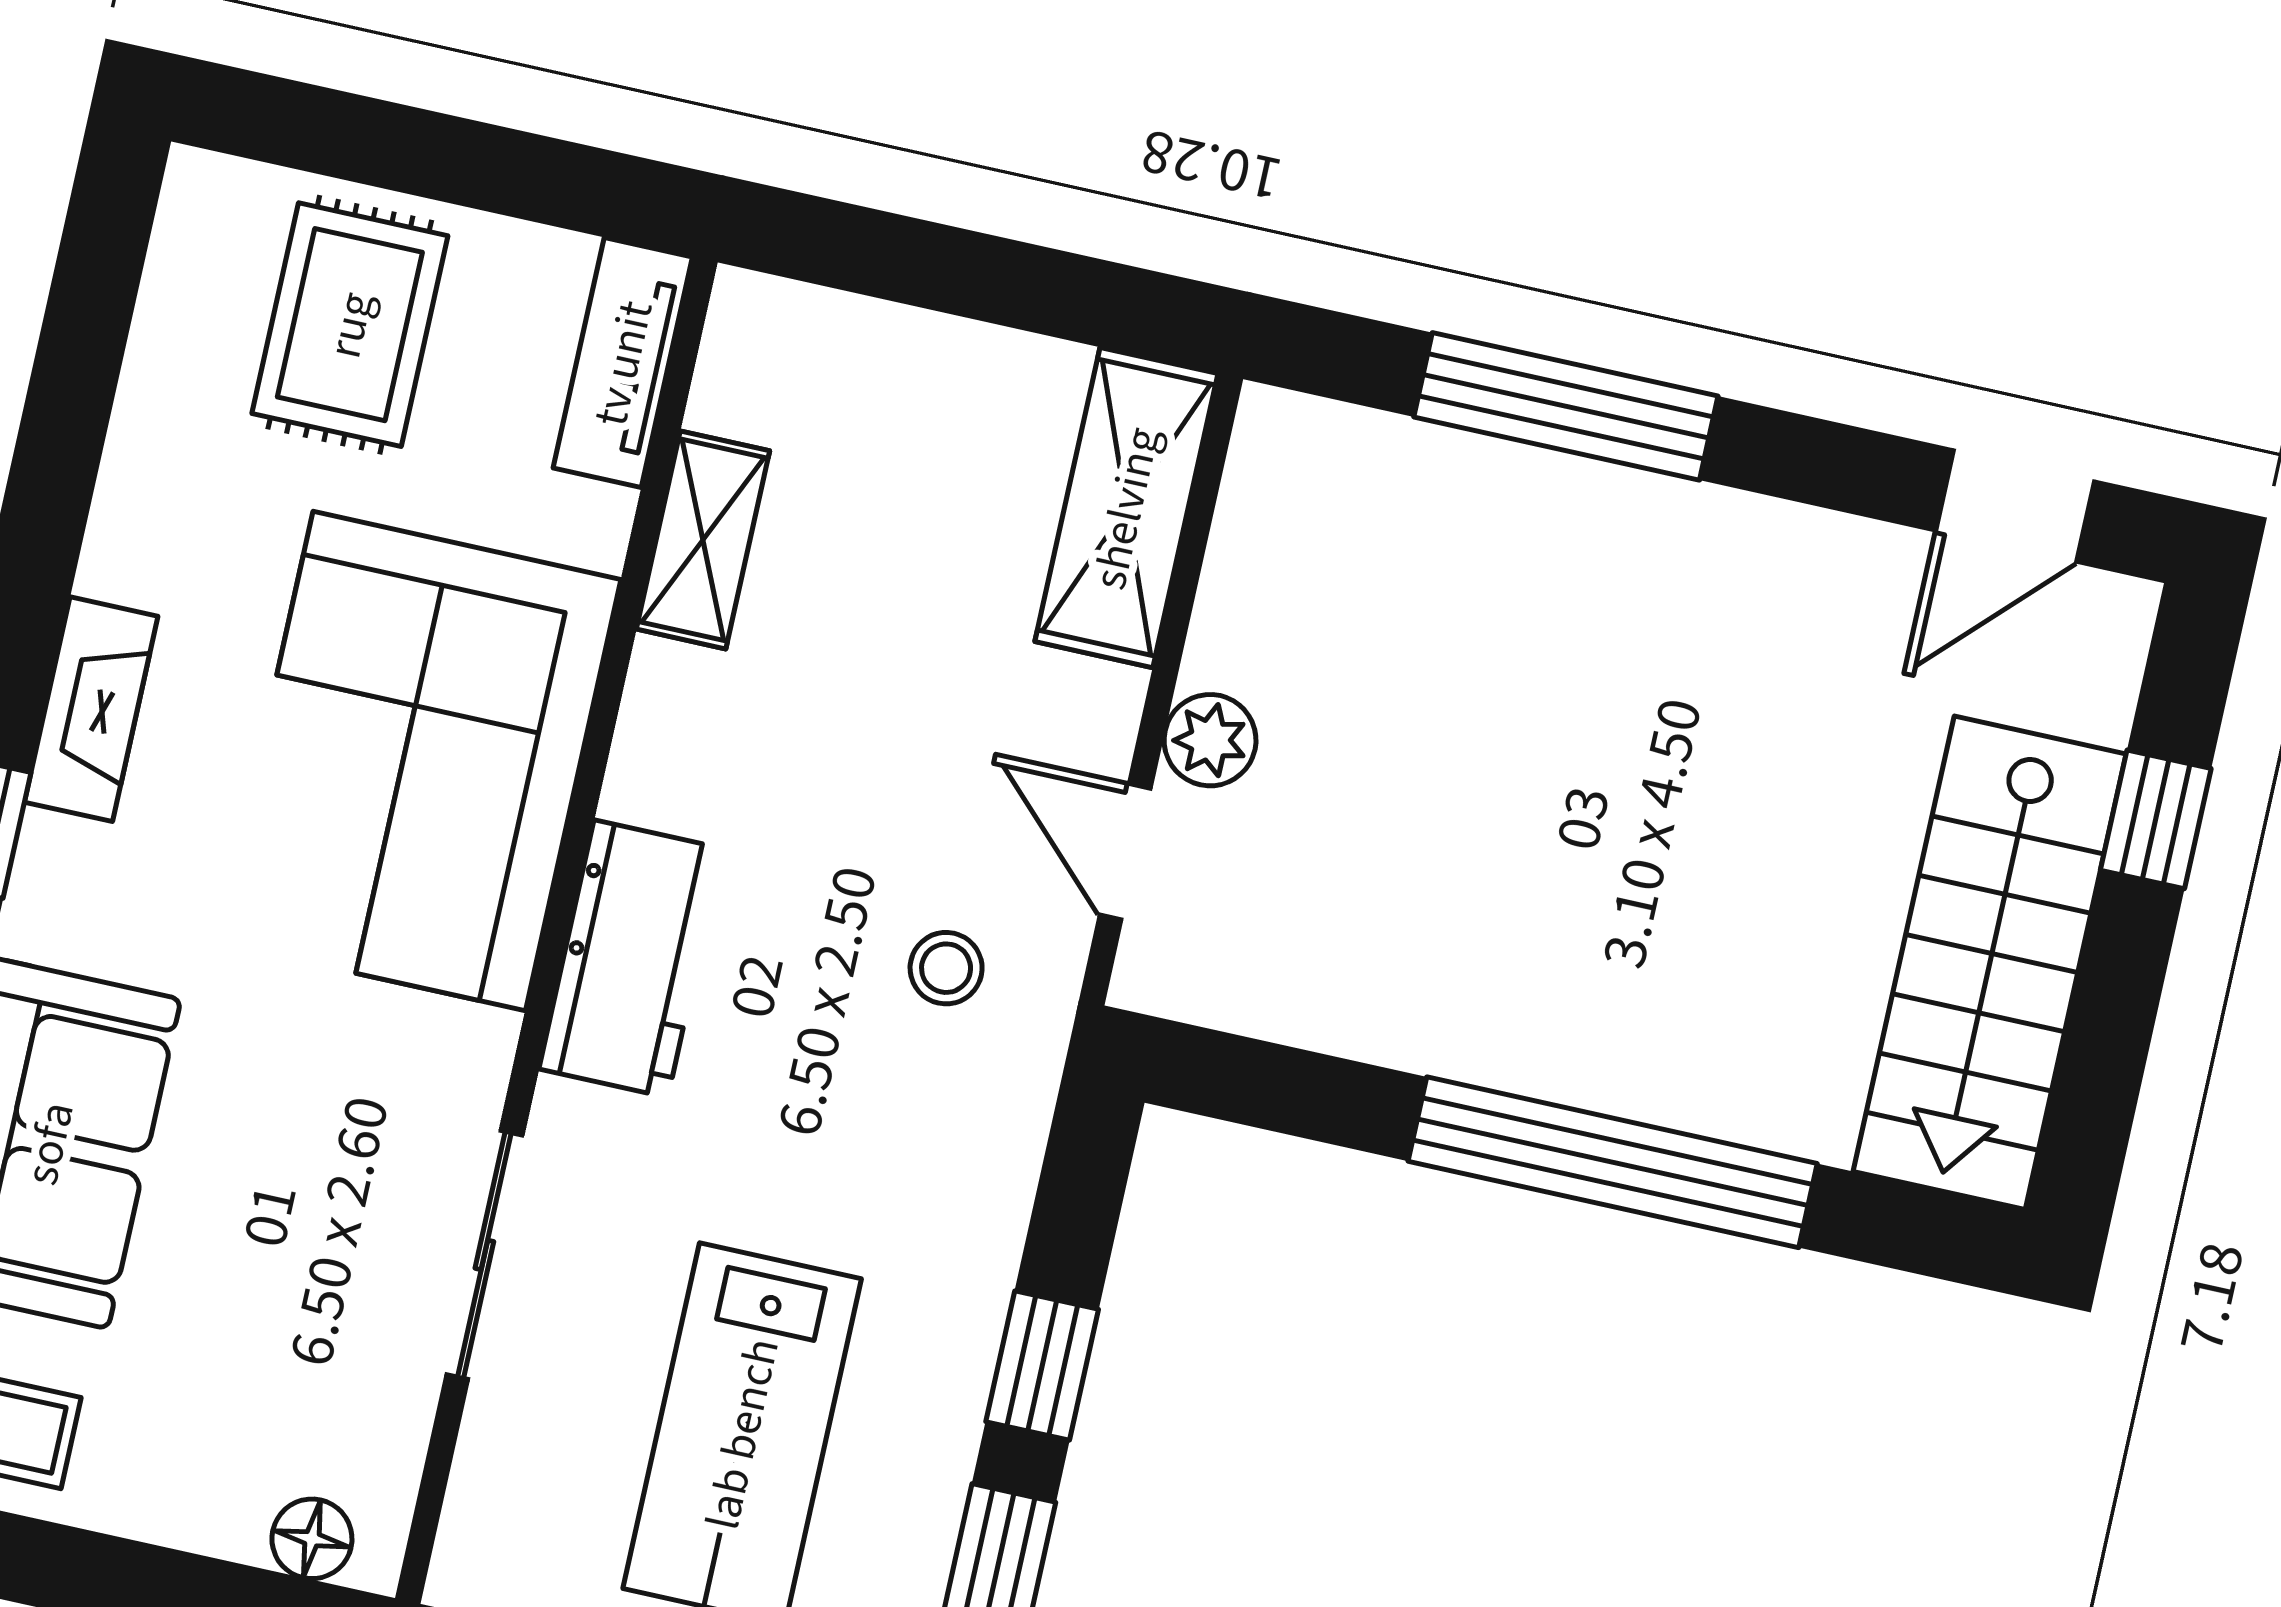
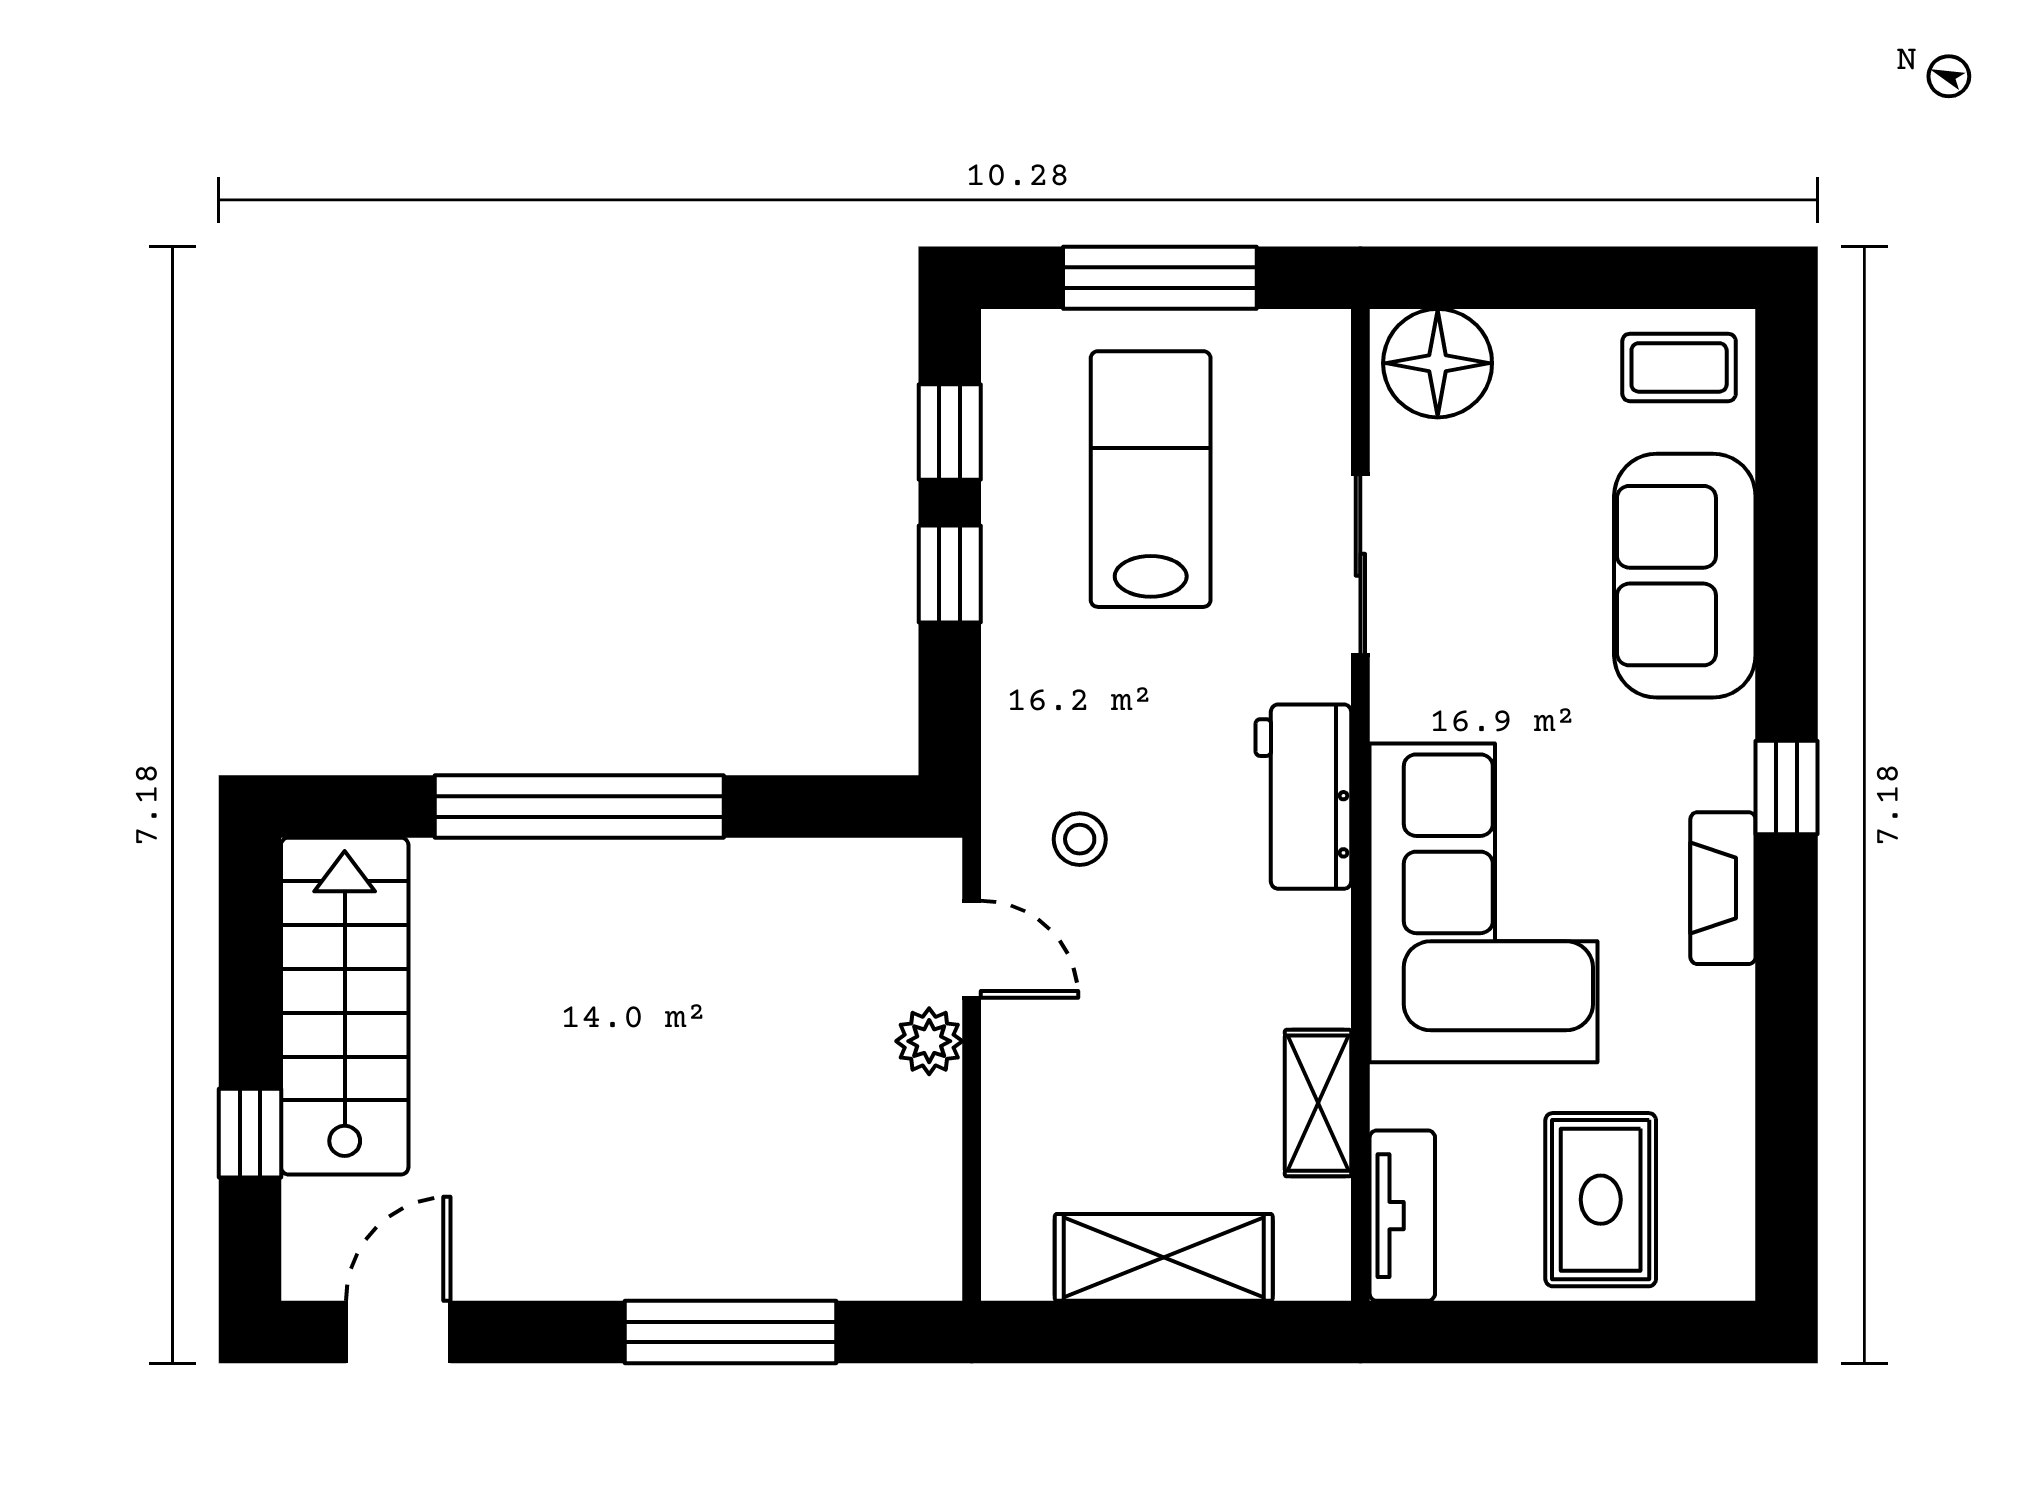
shelving: (1126, 508) -> (1164, 1257), moved, turned 90
floor lamp: (312, 1539) -> (1438, 363), width x1.89, depth x1.89

